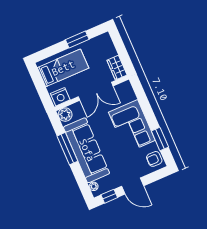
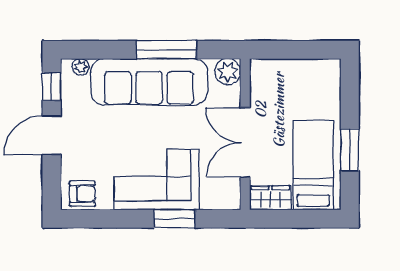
bed: (63, 68) -> (313, 165), moved, turned 180
nightstand: (60, 97) -> (263, 77), removed
window: (160, 139) -> (174, 219), moved
armchair: (154, 159) -> (82, 194), turned 90

